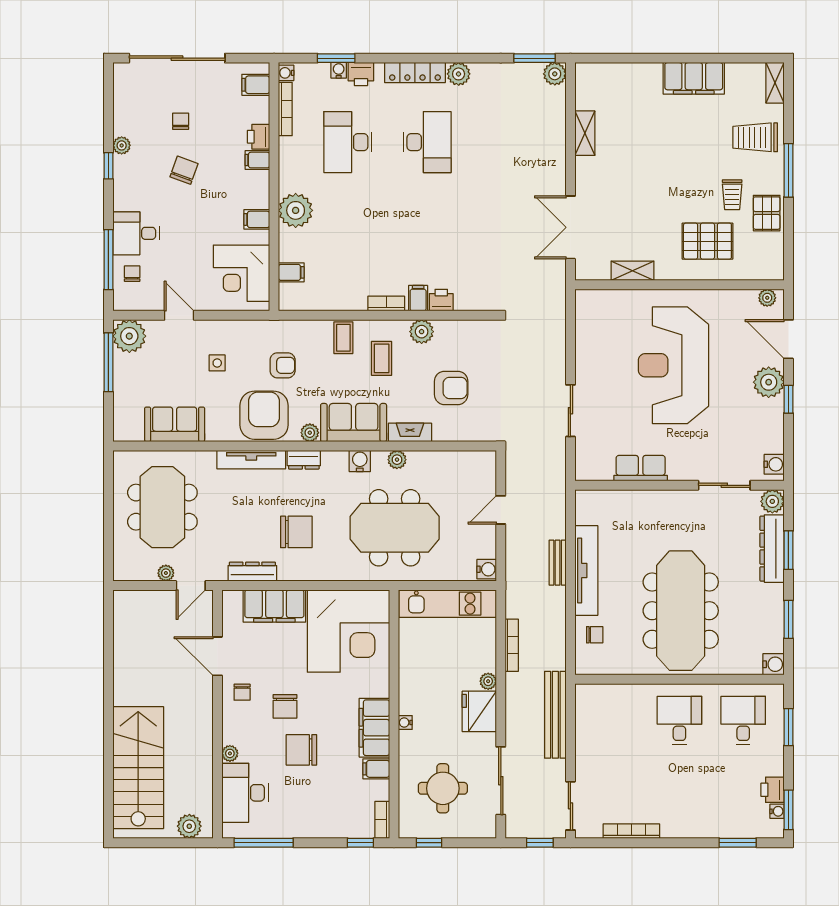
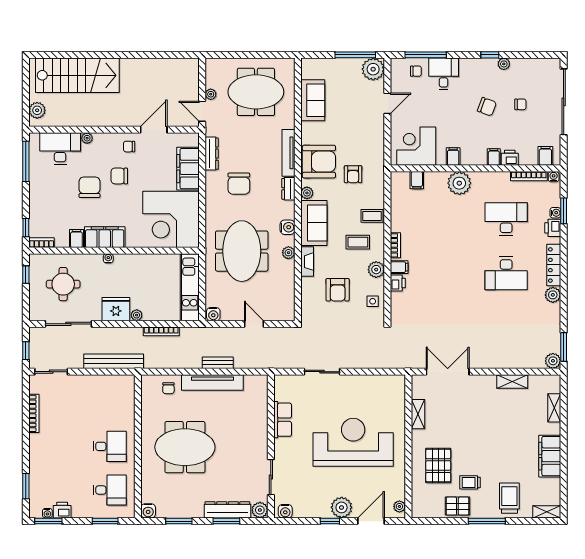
shelving: (623, 72) -> (554, 408), added
side table: (217, 363) -> (373, 301), moved
meeting table: (681, 611) -> (185, 447), width x0.73

